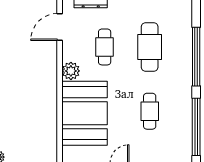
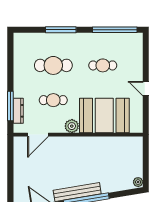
door: (60, 27) -> (38, 135), hinge flipped
window: (196, 57) -> (61, 30), width x0.68

